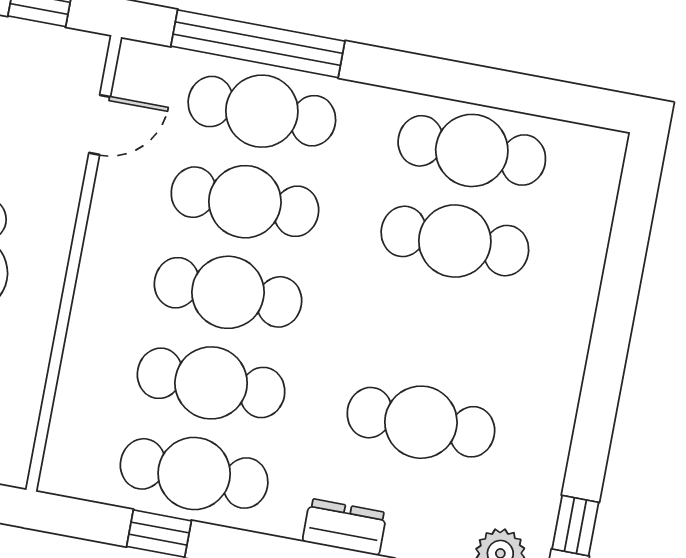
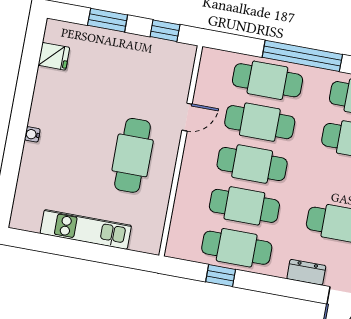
window: (258, 44) -> (302, 56), moved
door: (100, 125) -> (187, 117), moved

